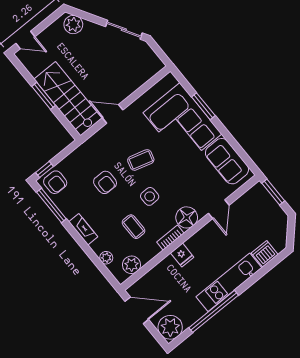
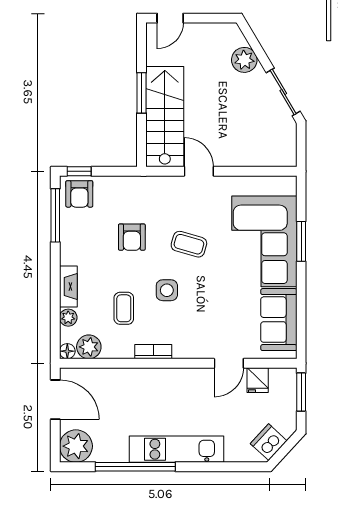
plant: (73, 25) -> (244, 60), moved
door: (25, 40) -> (170, 18), hinge flipped
floor lamp: (187, 217) -> (67, 351), moved, width x0.53, depth x0.53
fireplace: (83, 229) -> (68, 286), moved
dishwasher: (265, 254) -> (269, 442), moved, turned -47
fridge: (182, 255) -> (258, 380), moved

